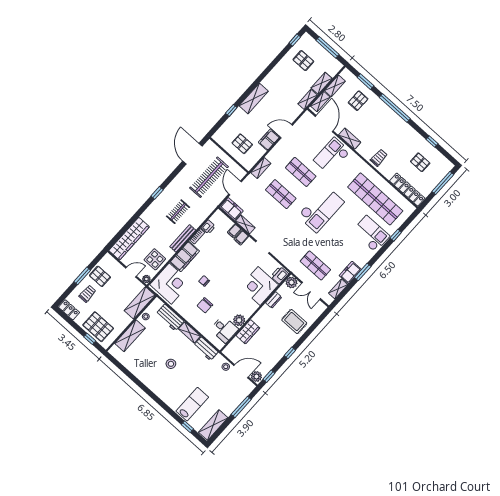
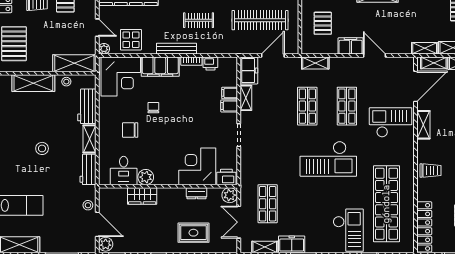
rug: (294, 322) -> (193, 233), turned 90

